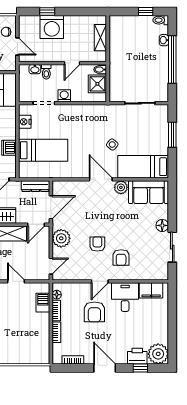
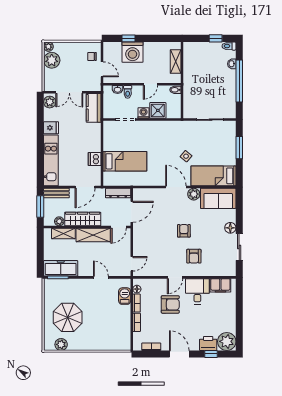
shower: (97, 84) -> (158, 110), moved
nightstand: (25, 122) -> (109, 136), removed
plant: (61, 238) -> (141, 239), removed
armchair: (97, 244) -> (184, 231), moved
armchair: (94, 312) -> (170, 304), turned -90

